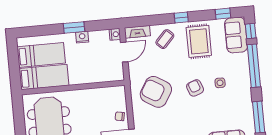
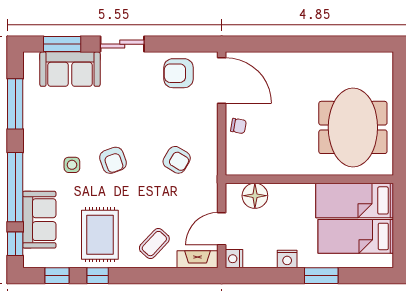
window: (181, 18) -> (98, 276), moved
window: (74, 27) -> (321, 276), moved
sofa: (236, 35) -> (39, 220), moved
floor lamp: (106, 74) -> (255, 196), added
armchair: (156, 92) -> (177, 160), width x0.53, depth x0.53

